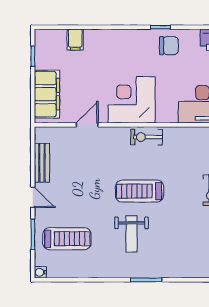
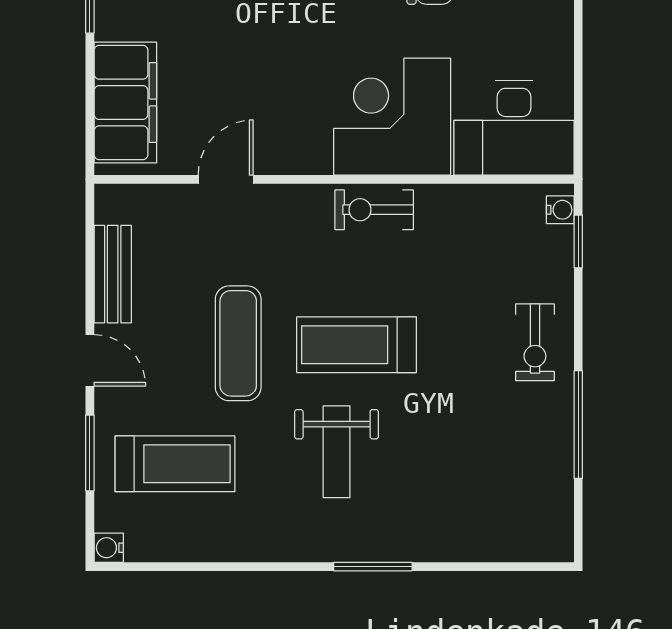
corner desk: (132, 100) -> (392, 117), moved
exercise mat: (92, 190) -> (238, 343), added

